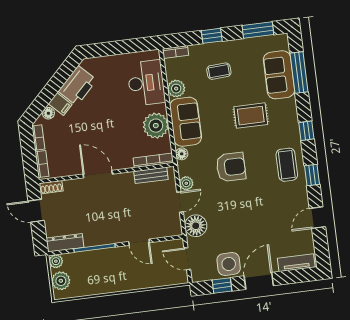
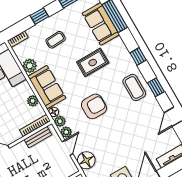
plant: (156, 126) -> (33, 101), width x0.53, depth x0.53
plant: (184, 168) -> (60, 121), added

